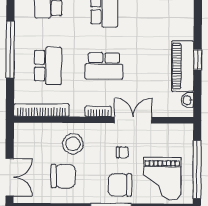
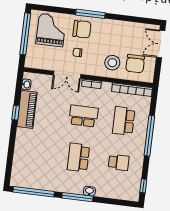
chair: (63, 176) -> (135, 64), moved, turned -90

